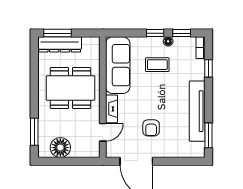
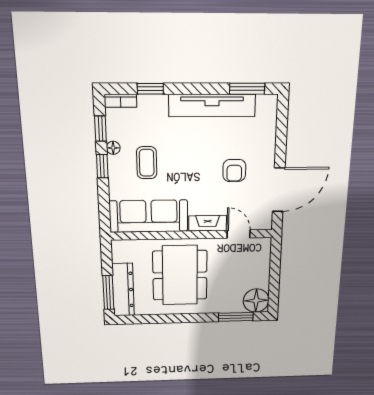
armchair: (151, 128) -> (234, 170), turned 90
floor lamp: (60, 148) -> (256, 301), moved

